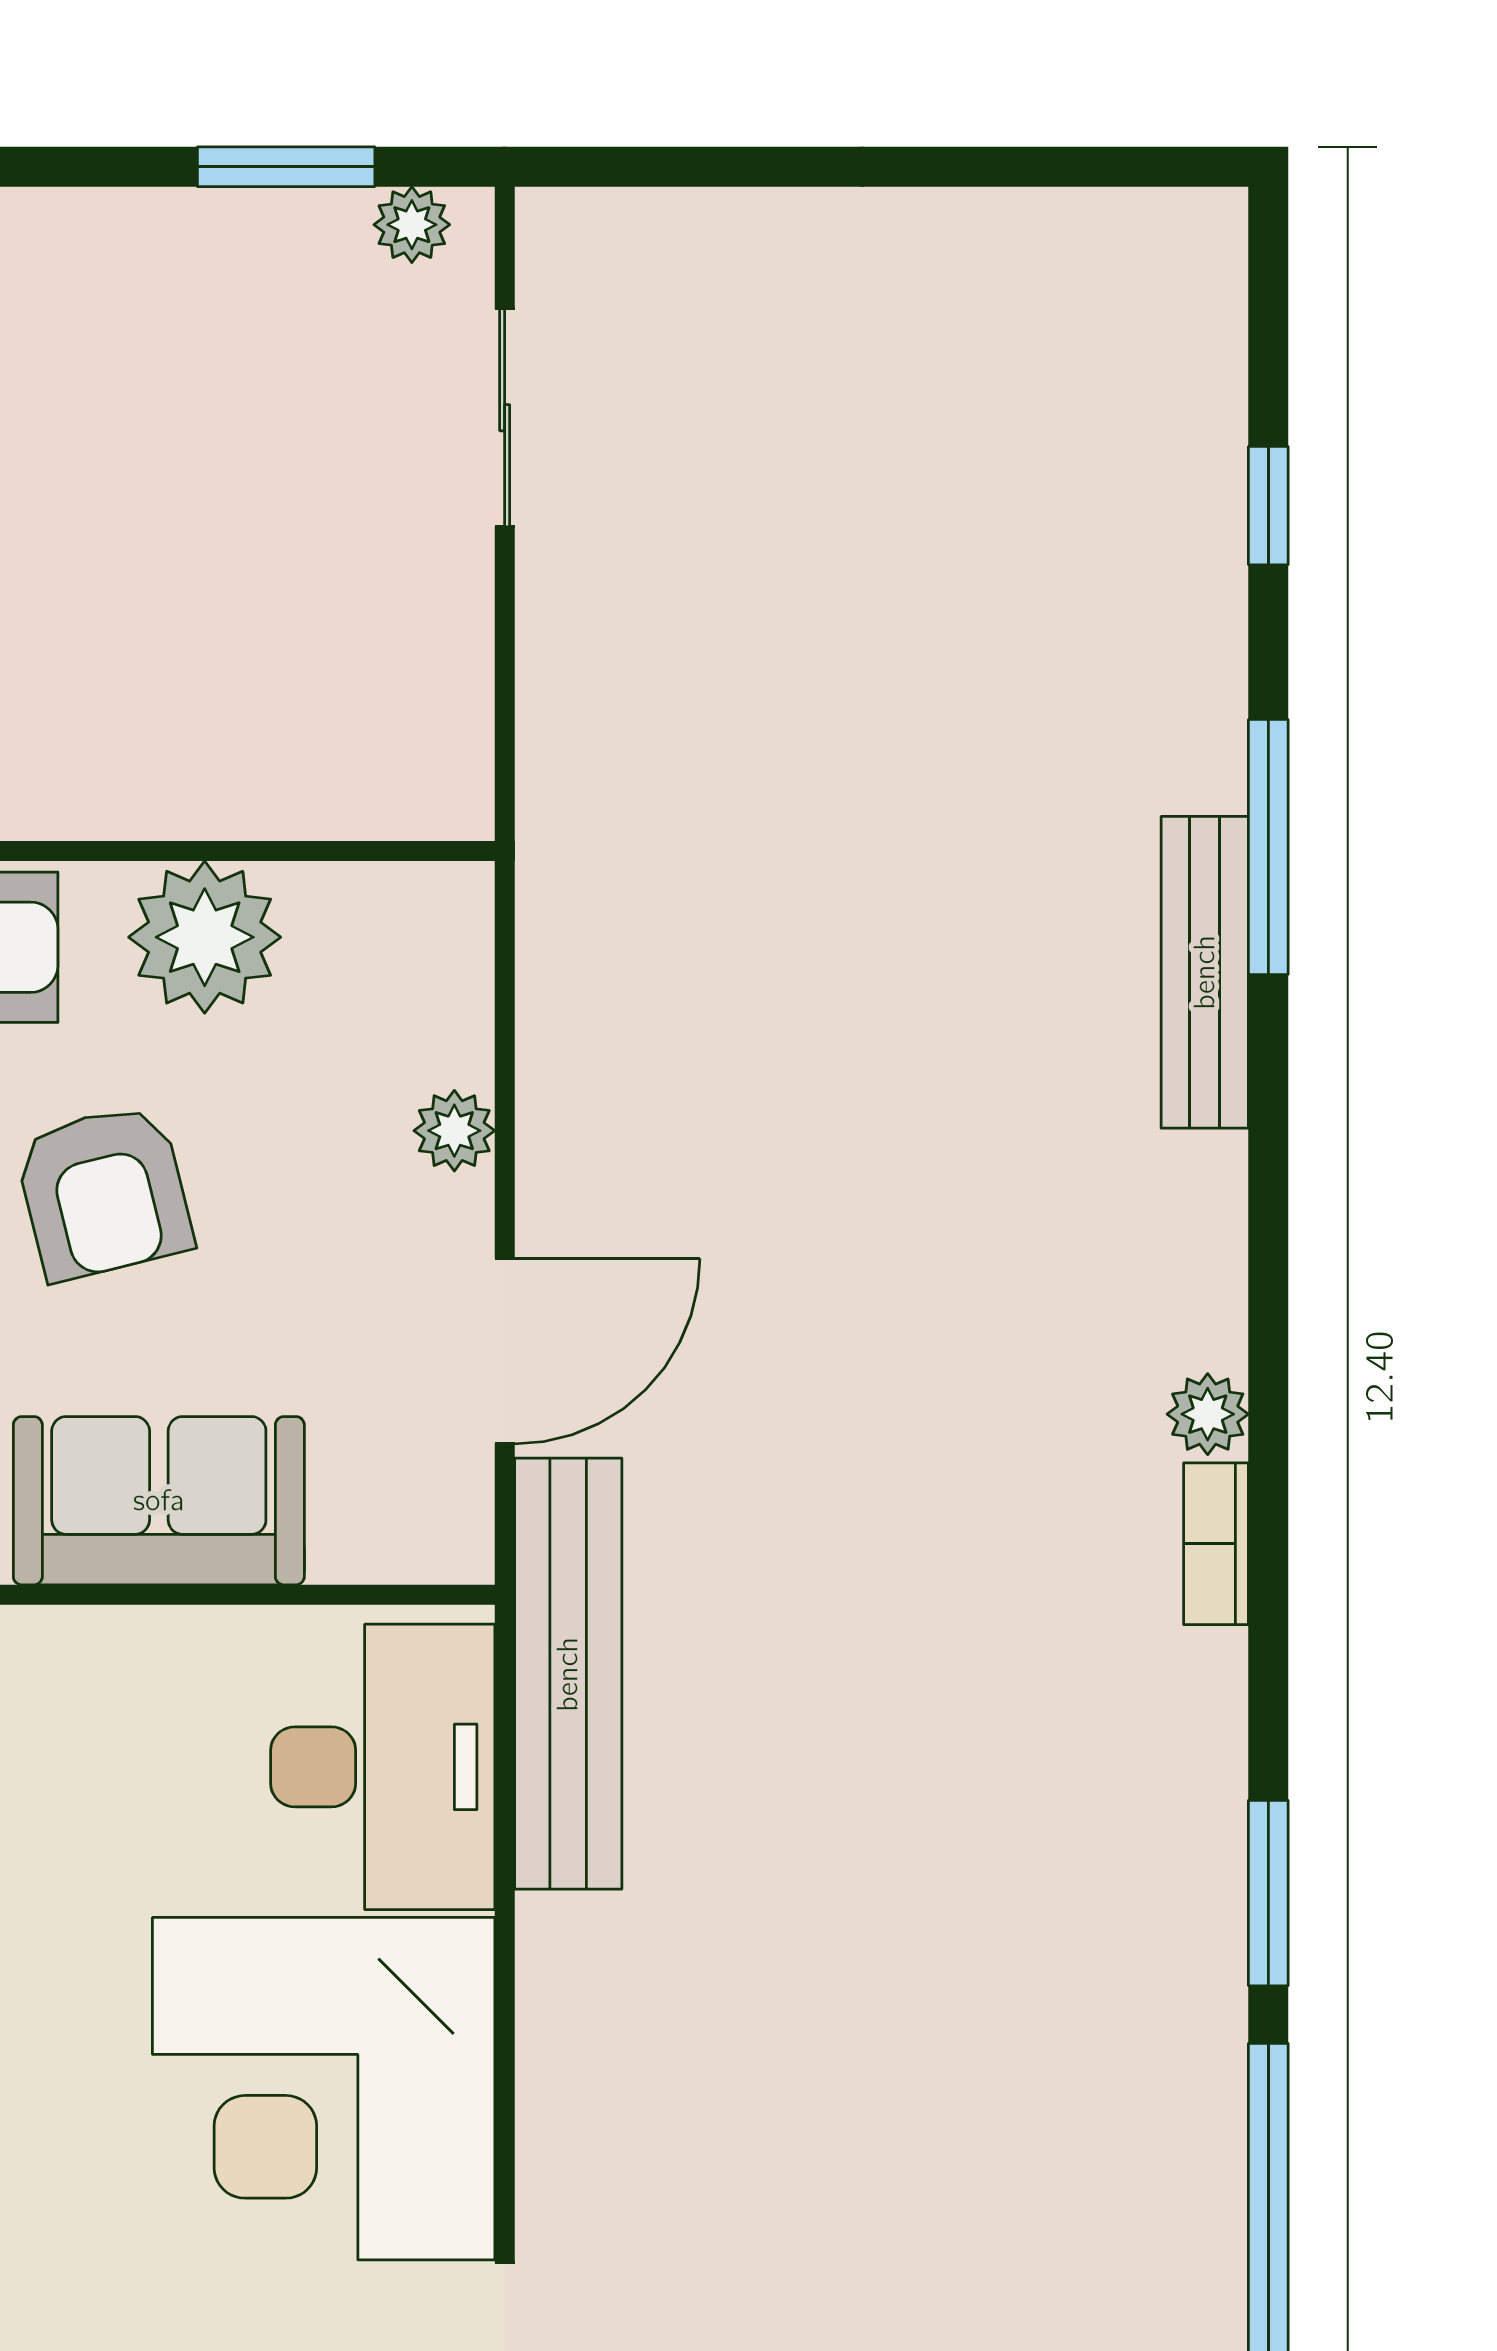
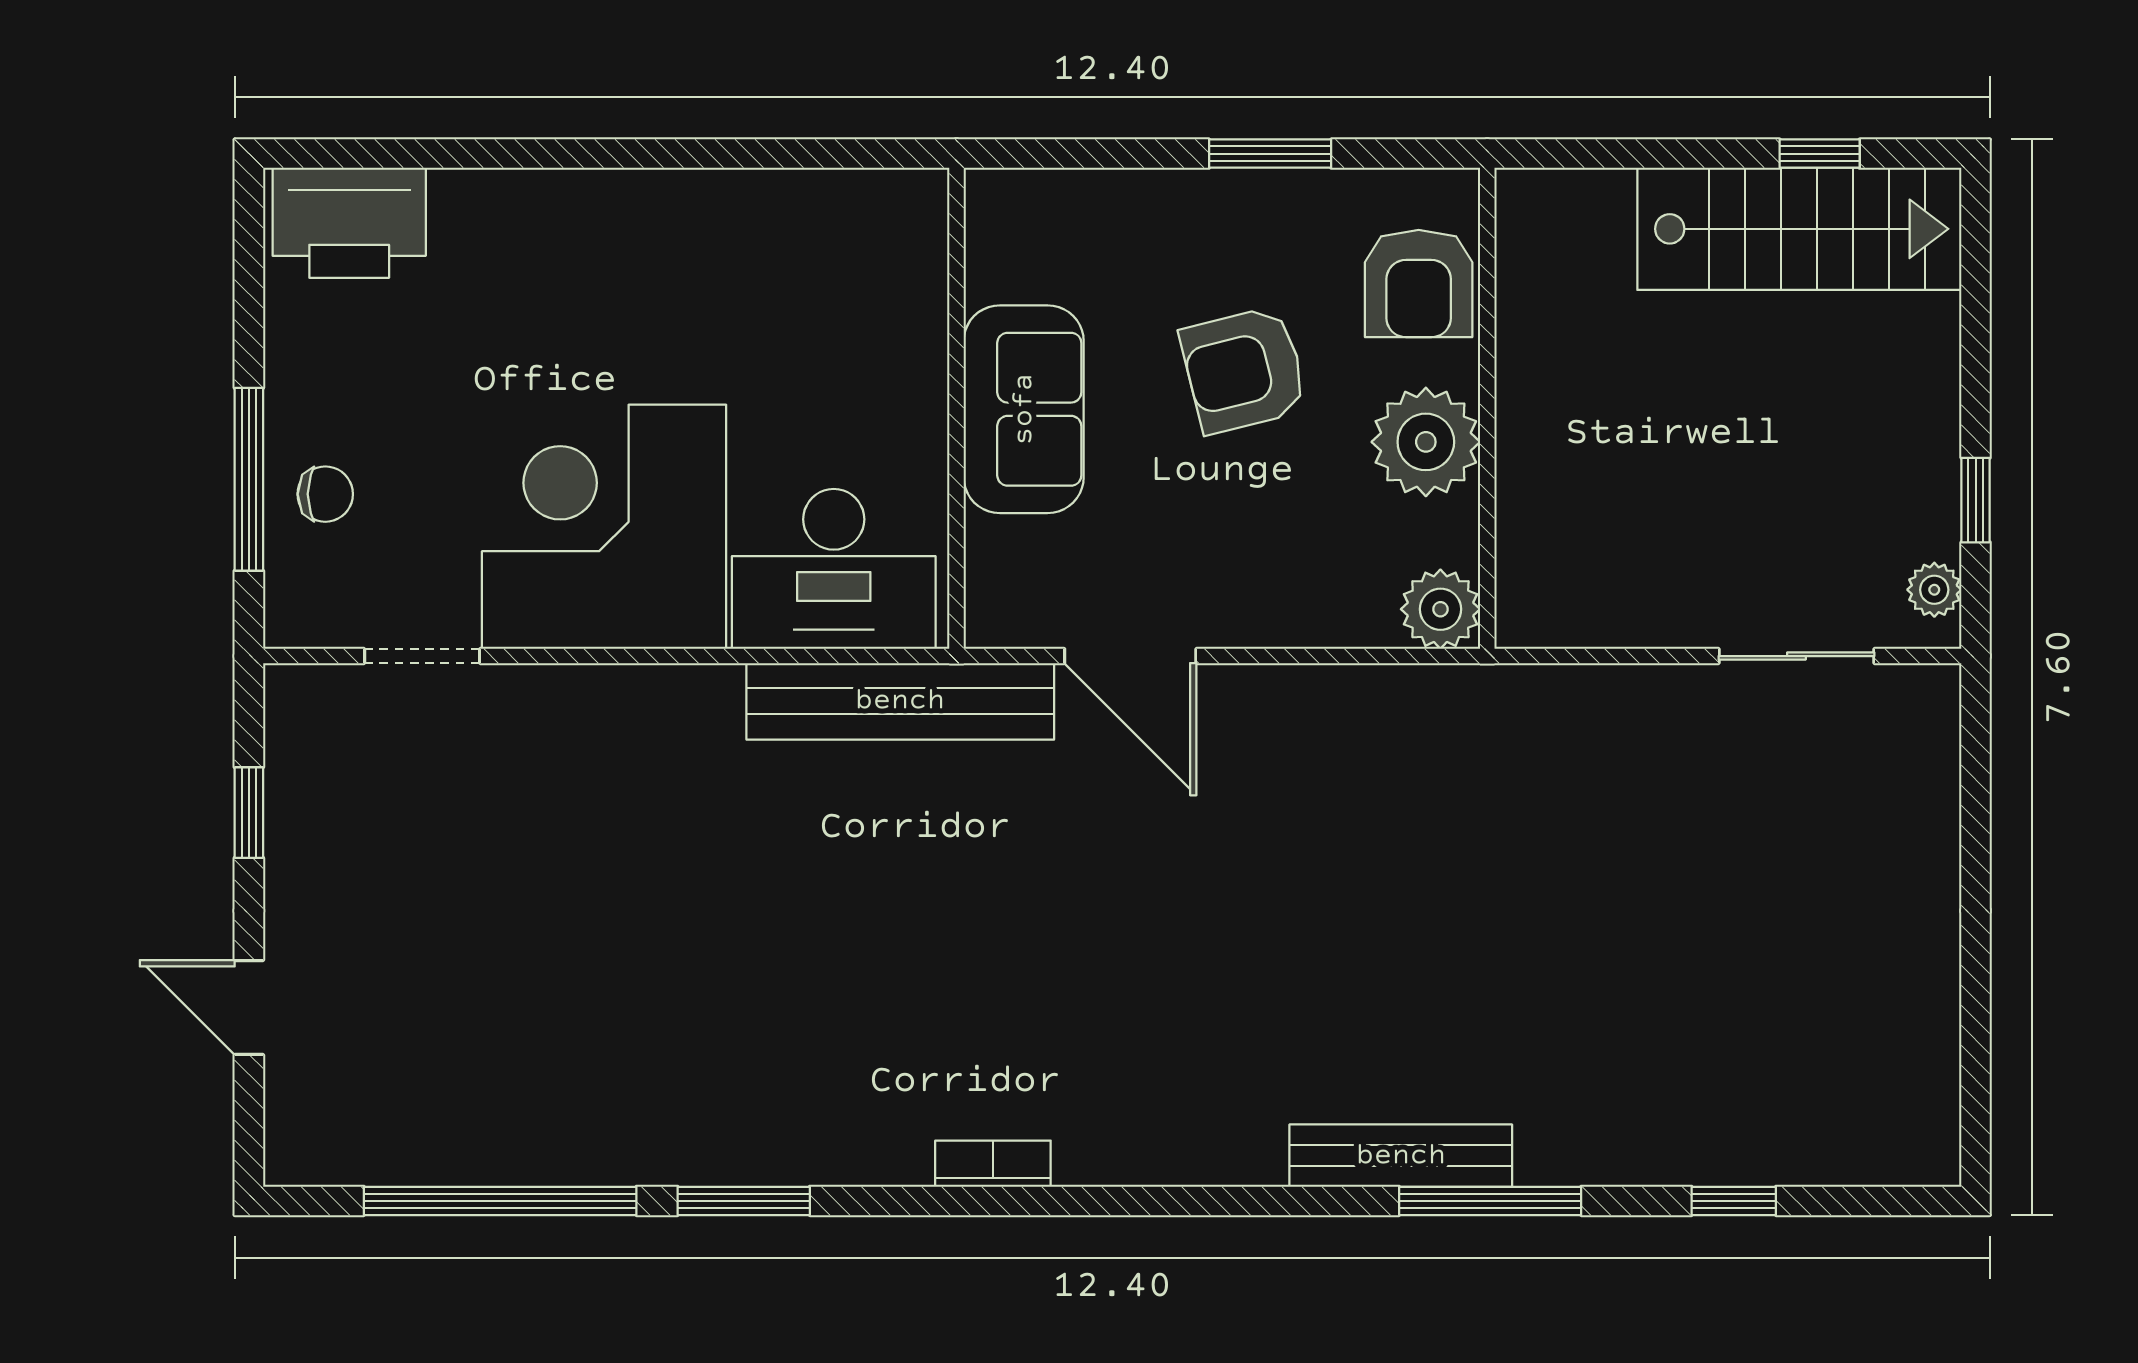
window: (286, 167) -> (1976, 500), width x0.67
plant: (454, 1131) -> (1440, 609), moved, width x1.38, depth x1.38
plant: (1208, 1414) -> (1085, 1158), removed

